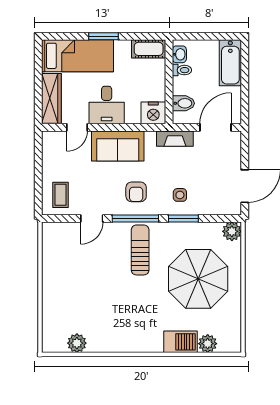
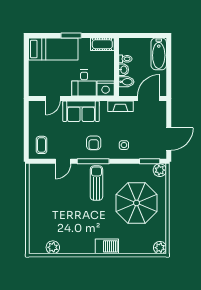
washbasin: (179, 54) -> (124, 70), moved
wardrobe: (51, 98) -> (35, 78), removed
desk: (107, 105) -> (84, 83), moved
window: (183, 219) -> (150, 161), moved
barbecue: (180, 342) -> (107, 246), moved
plant: (208, 344) -> (160, 248), moved

